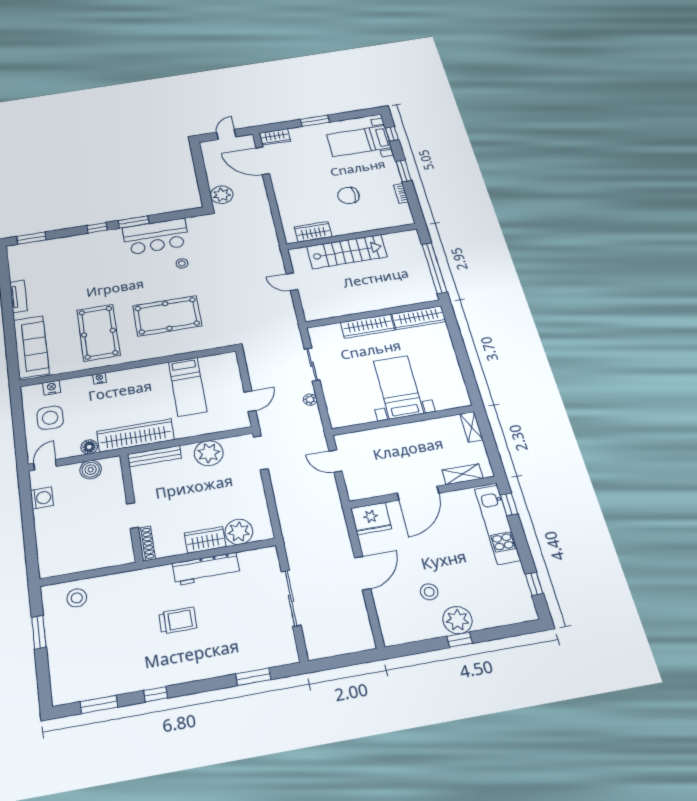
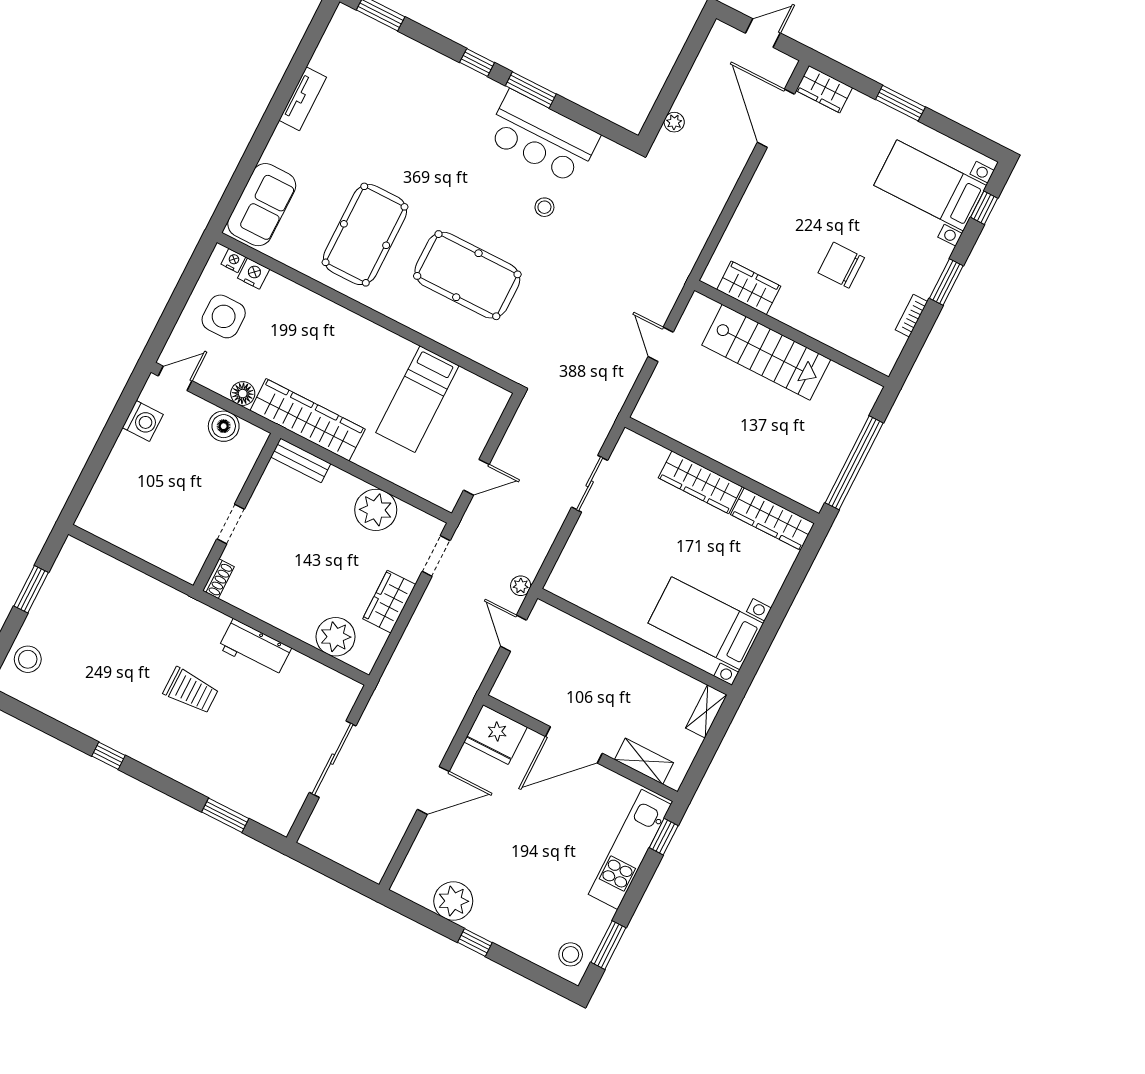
plant: (222, 195) -> (674, 122), width x0.53, depth x0.53
sofa: (31, 347) -> (262, 205), width x0.73
nightstand: (100, 378) -> (233, 261), moved
bed with nightstands: (398, 387) -> (706, 623), moved, turned -90
plant: (310, 400) -> (521, 586), moved
doorway: (261, 453) -> (436, 556), width x0.73
bench: (154, 456) -> (301, 460), width x0.73
wardrobe: (205, 540) -> (389, 602), moved, turned -90
shoe rack: (147, 543) -> (218, 579), width x0.70
workbench: (206, 569) -> (255, 648), width x0.73
window: (534, 584) -> (608, 945), width x1.50
stool: (429, 592) -> (571, 954), moved
stool: (77, 598) -> (28, 659), moved
plant: (457, 620) -> (453, 901), moved
window: (99, 704) -> (41, 722), removed

